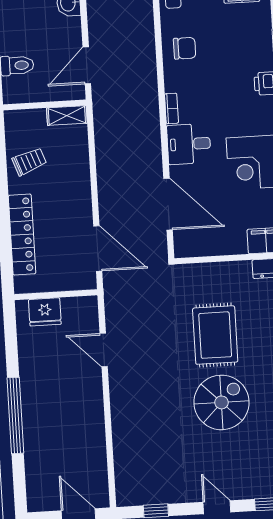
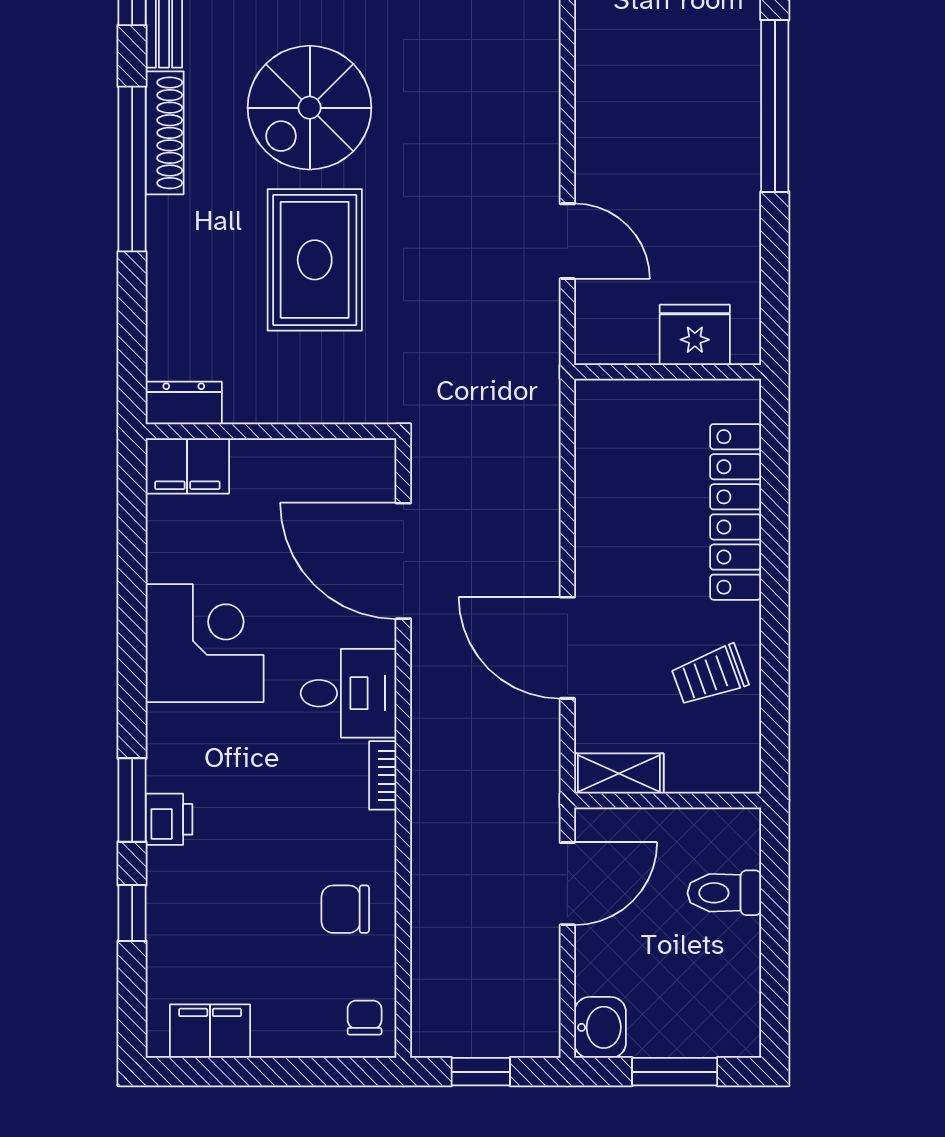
door: (98, 248) -> (567, 648), moved

